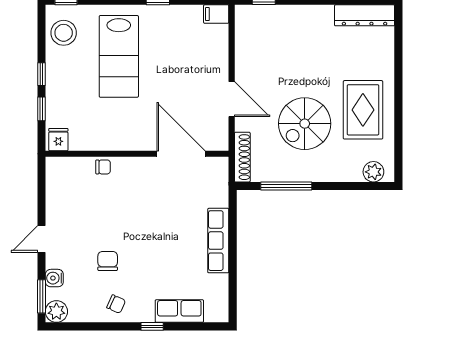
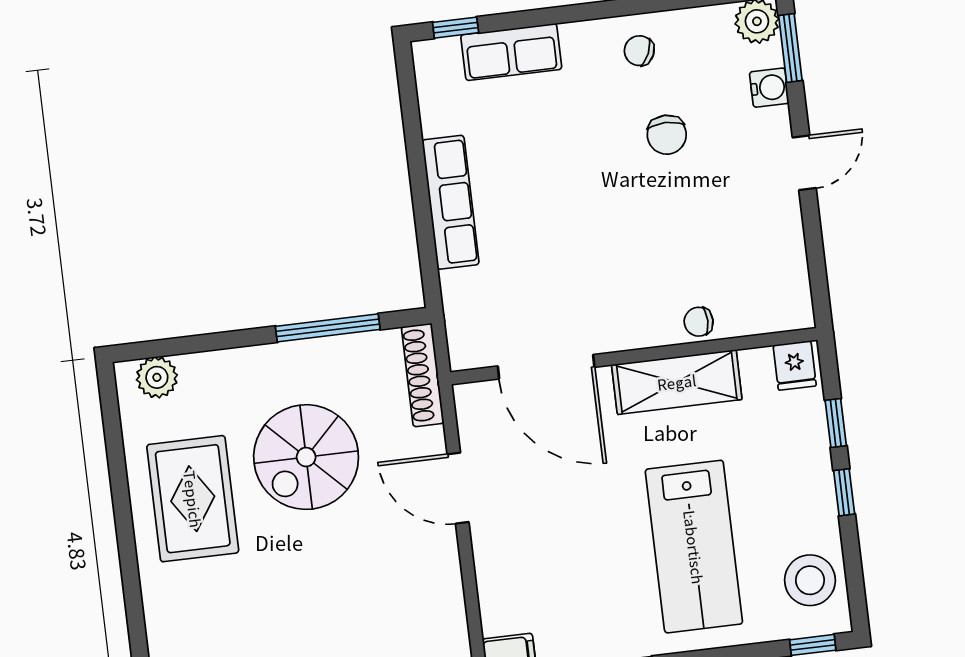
lab bench: (119, 56) -> (694, 547), turned 180
spiral stairs: (305, 124) -> (306, 457), turned 180
shelving: (117, 138) -> (677, 382), added
window: (152, 326) -> (456, 28), moved

